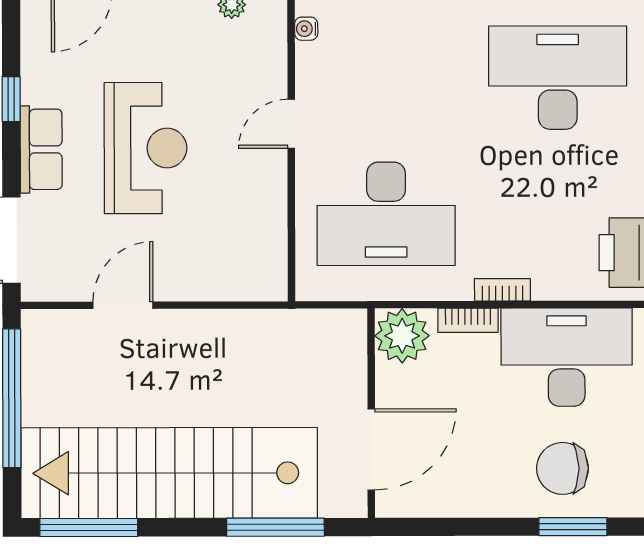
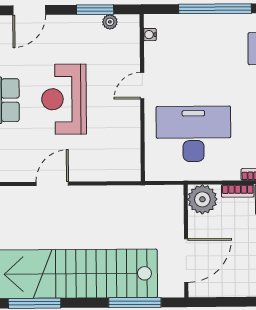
reception desk: (146, 148) -> (64, 99), turned 180
desk: (386, 214) -> (193, 134), turned 180

